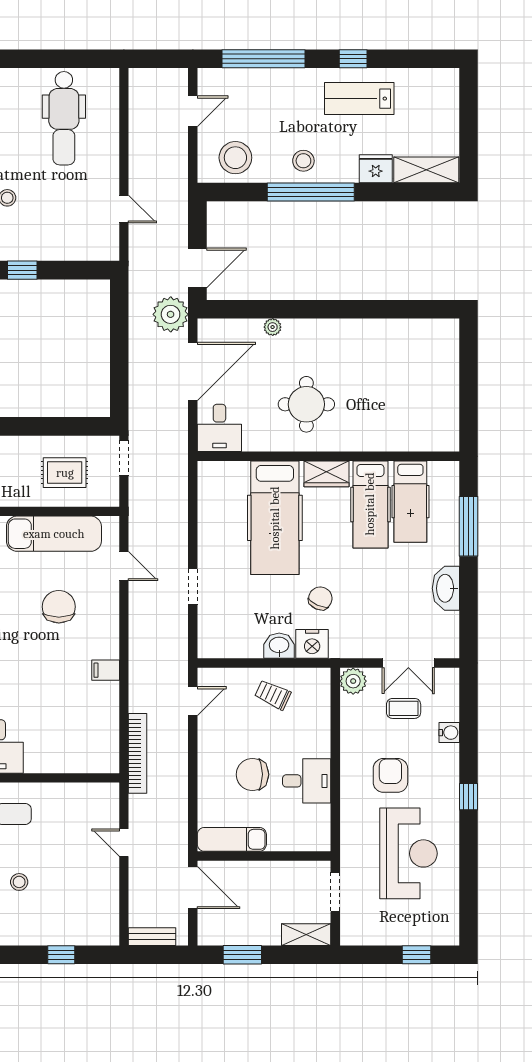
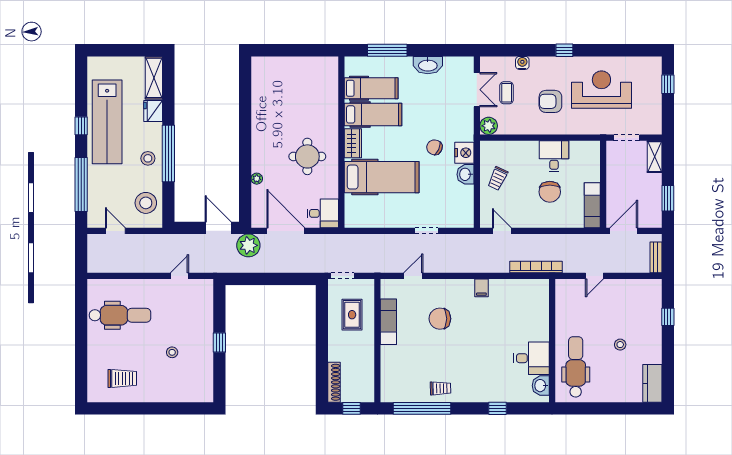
lab bench: (359, 99) -> (107, 122), width x1.86, depth x1.39
exam couch: (54, 534) -> (388, 322), width x0.73, depth x0.69

